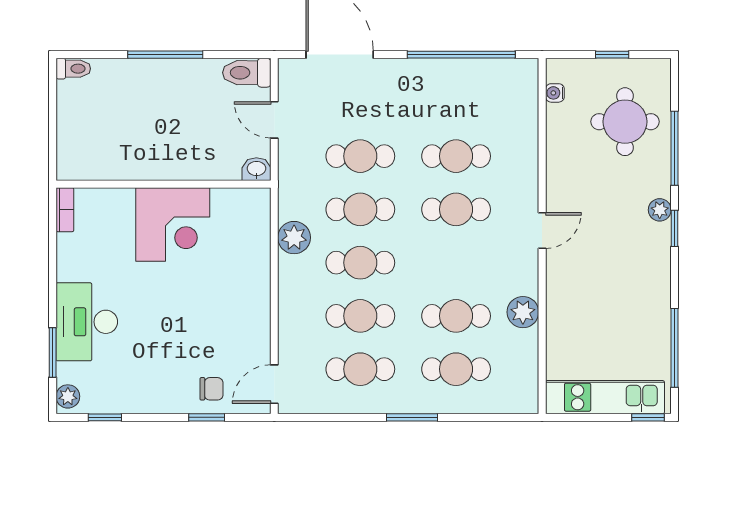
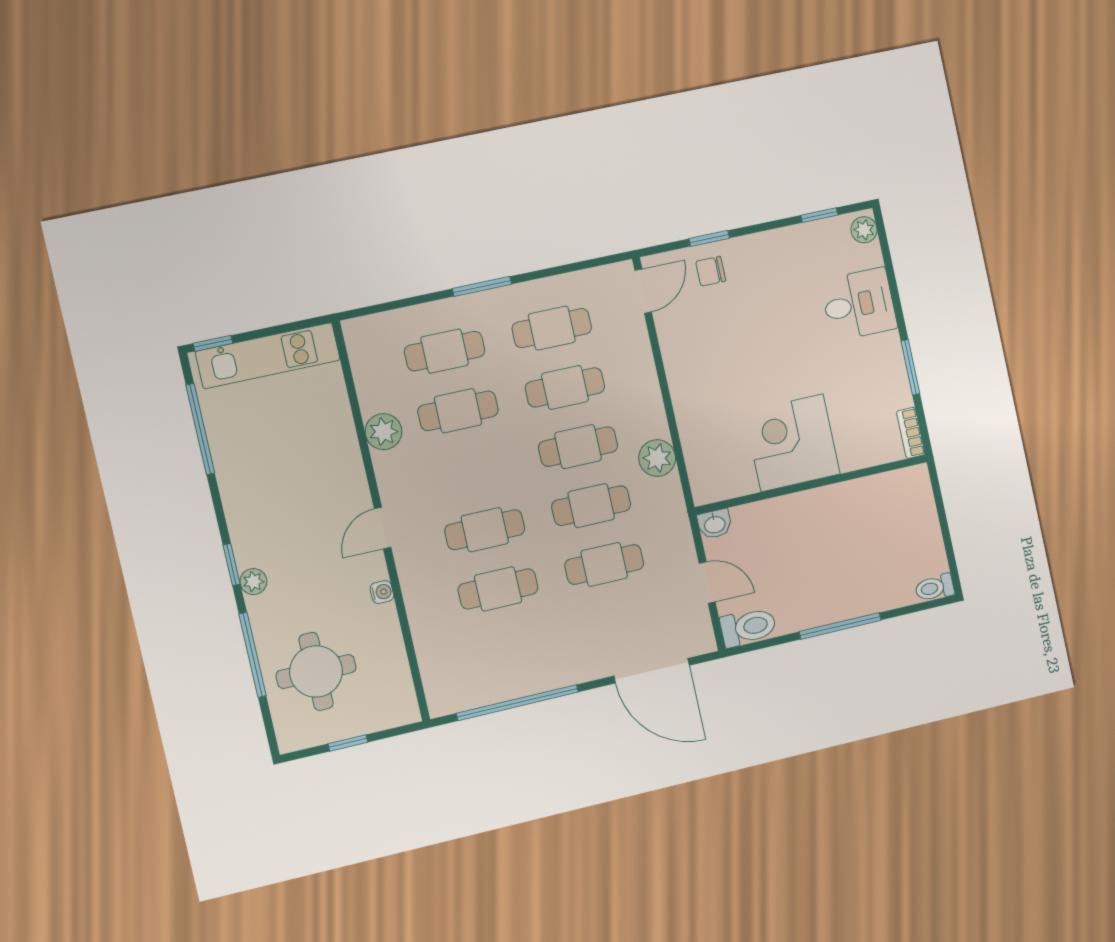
water cooler: (555, 93) -> (382, 592), moved
desk: (87, 322) -> (859, 304), width x0.73
window: (53, 353) -> (910, 367), moved

